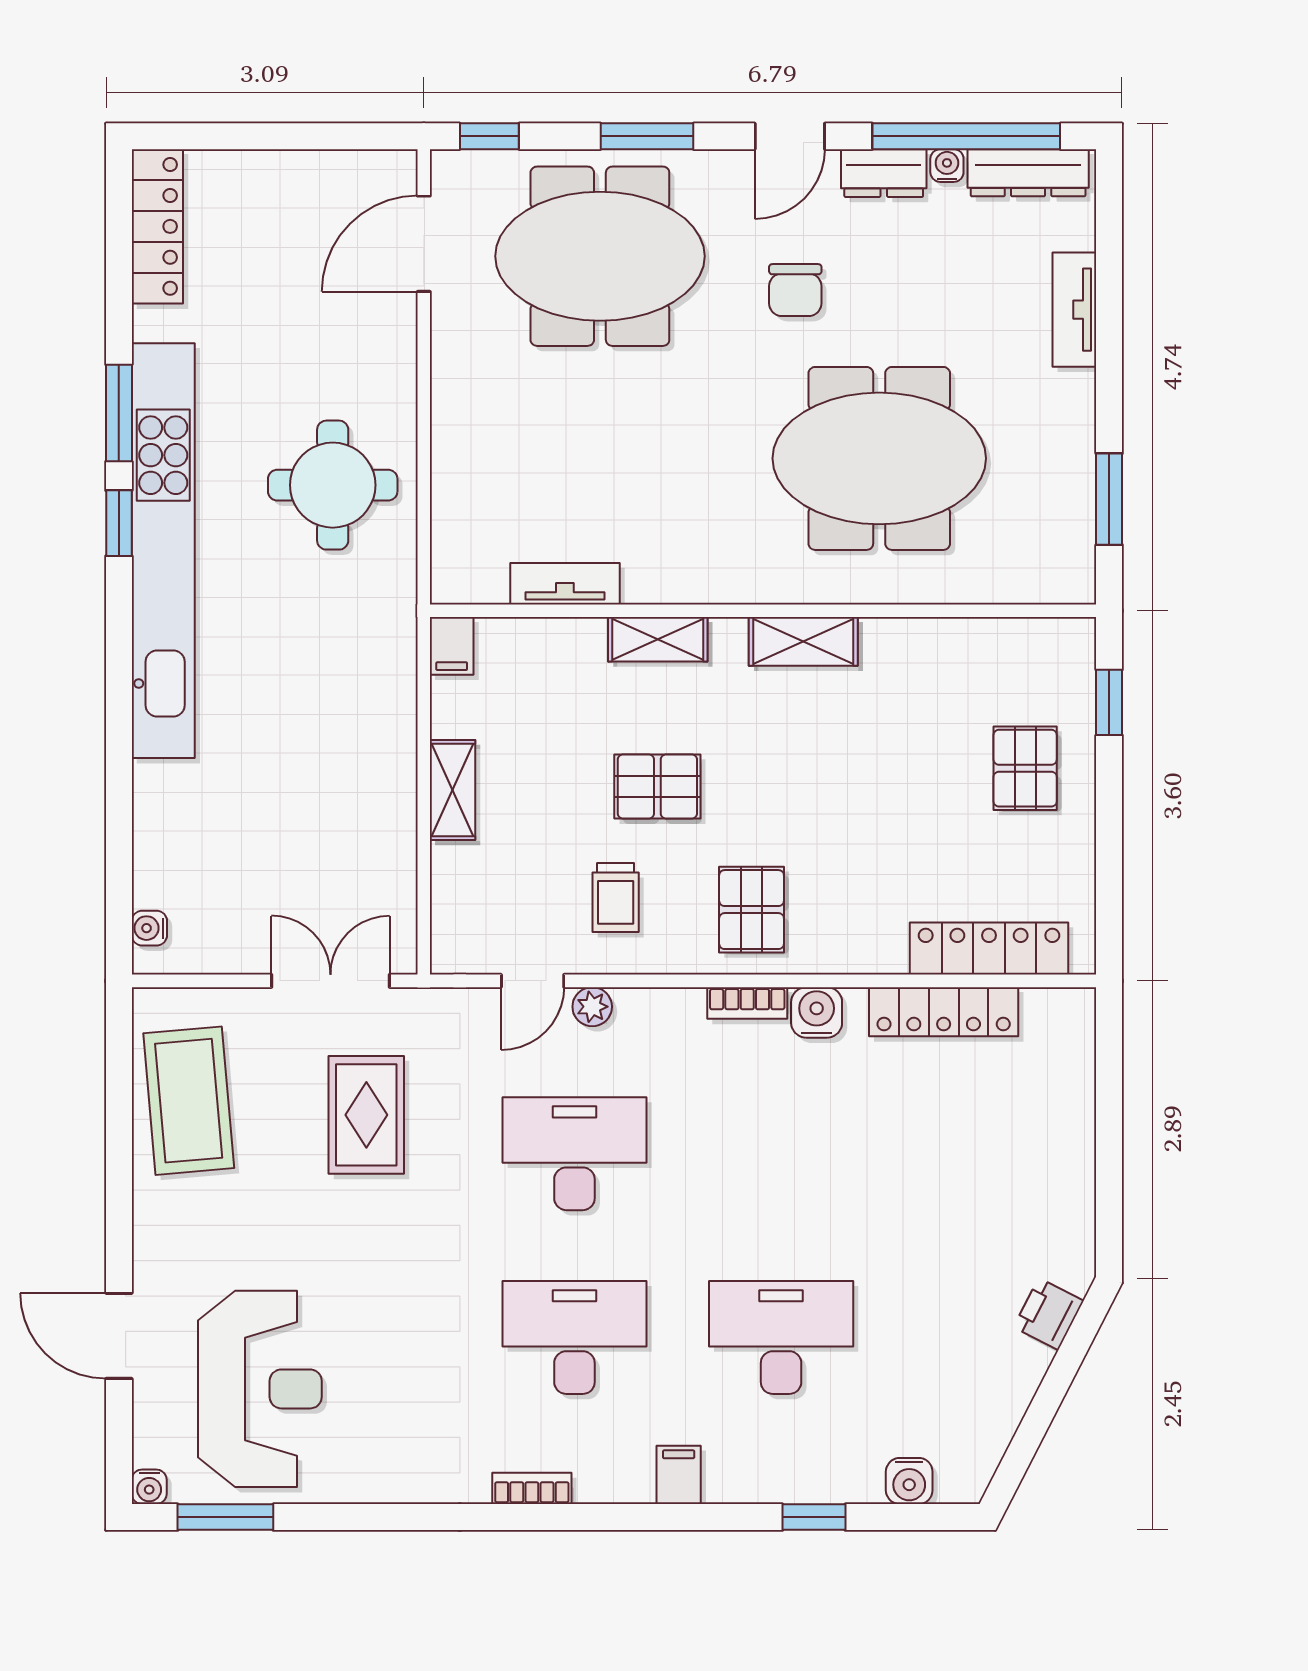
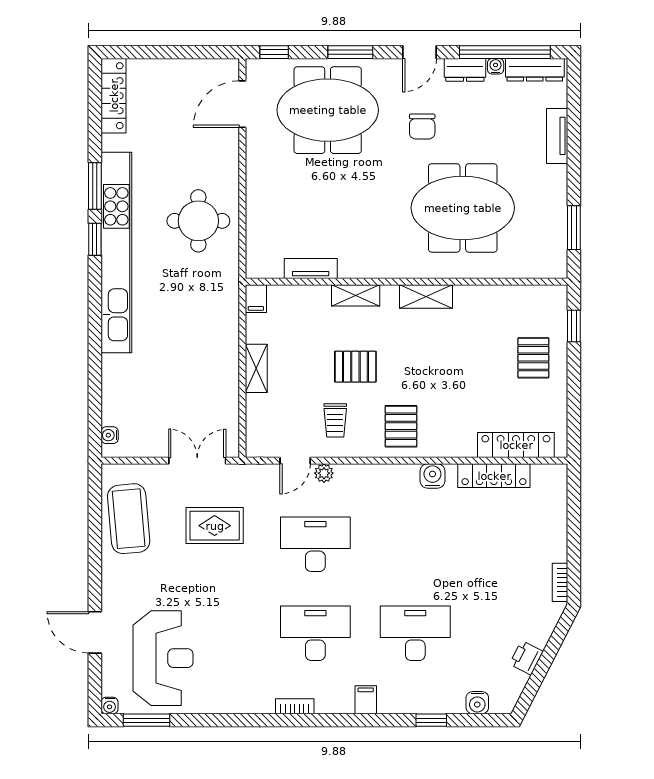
bookcase: (747, 1003) -> (560, 582), moved, turned 90
rug: (366, 1115) -> (215, 526), turned 90
printer: (1049, 1314) -> (526, 658), moved

